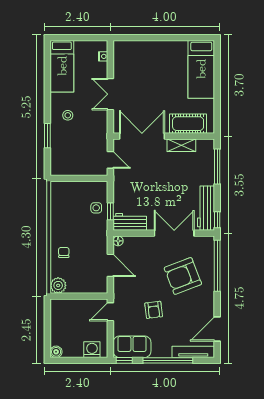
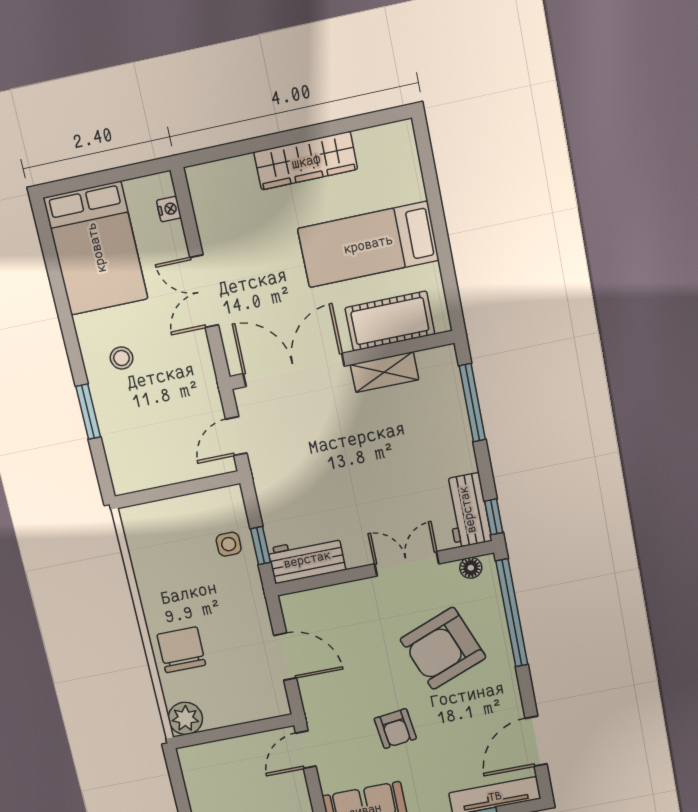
wardrobe: (166, 49) -> (306, 161), added
bed: (62, 66) -> (96, 248), width x1.50
bed: (201, 69) -> (368, 244), moved, turned 90
door: (110, 160) -> (236, 436), swing flipped
workbench: (206, 208) -> (467, 510), width x0.73
double door: (174, 233) -> (407, 564), width x0.73
floor lamp: (118, 241) -> (471, 568), moved
chair: (64, 252) -> (181, 650), width x1.87, depth x1.87

